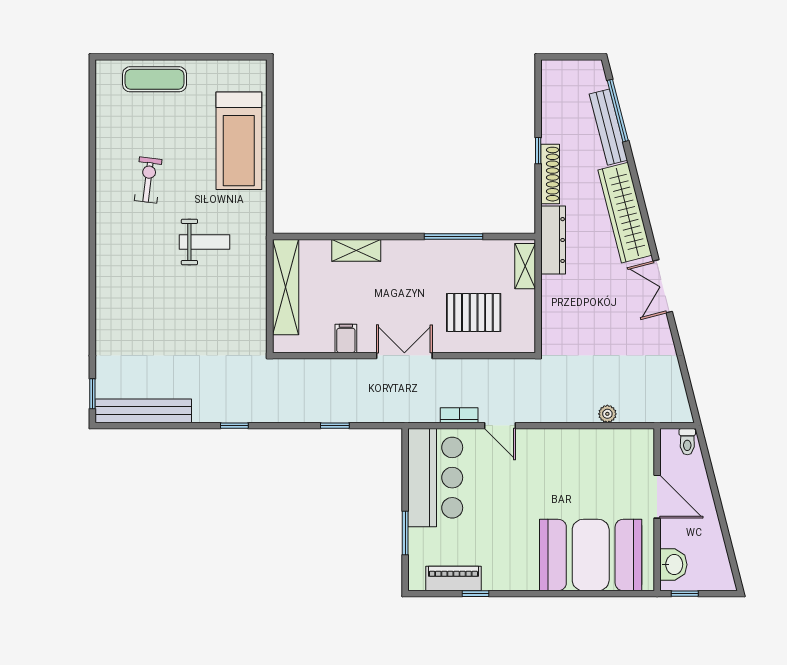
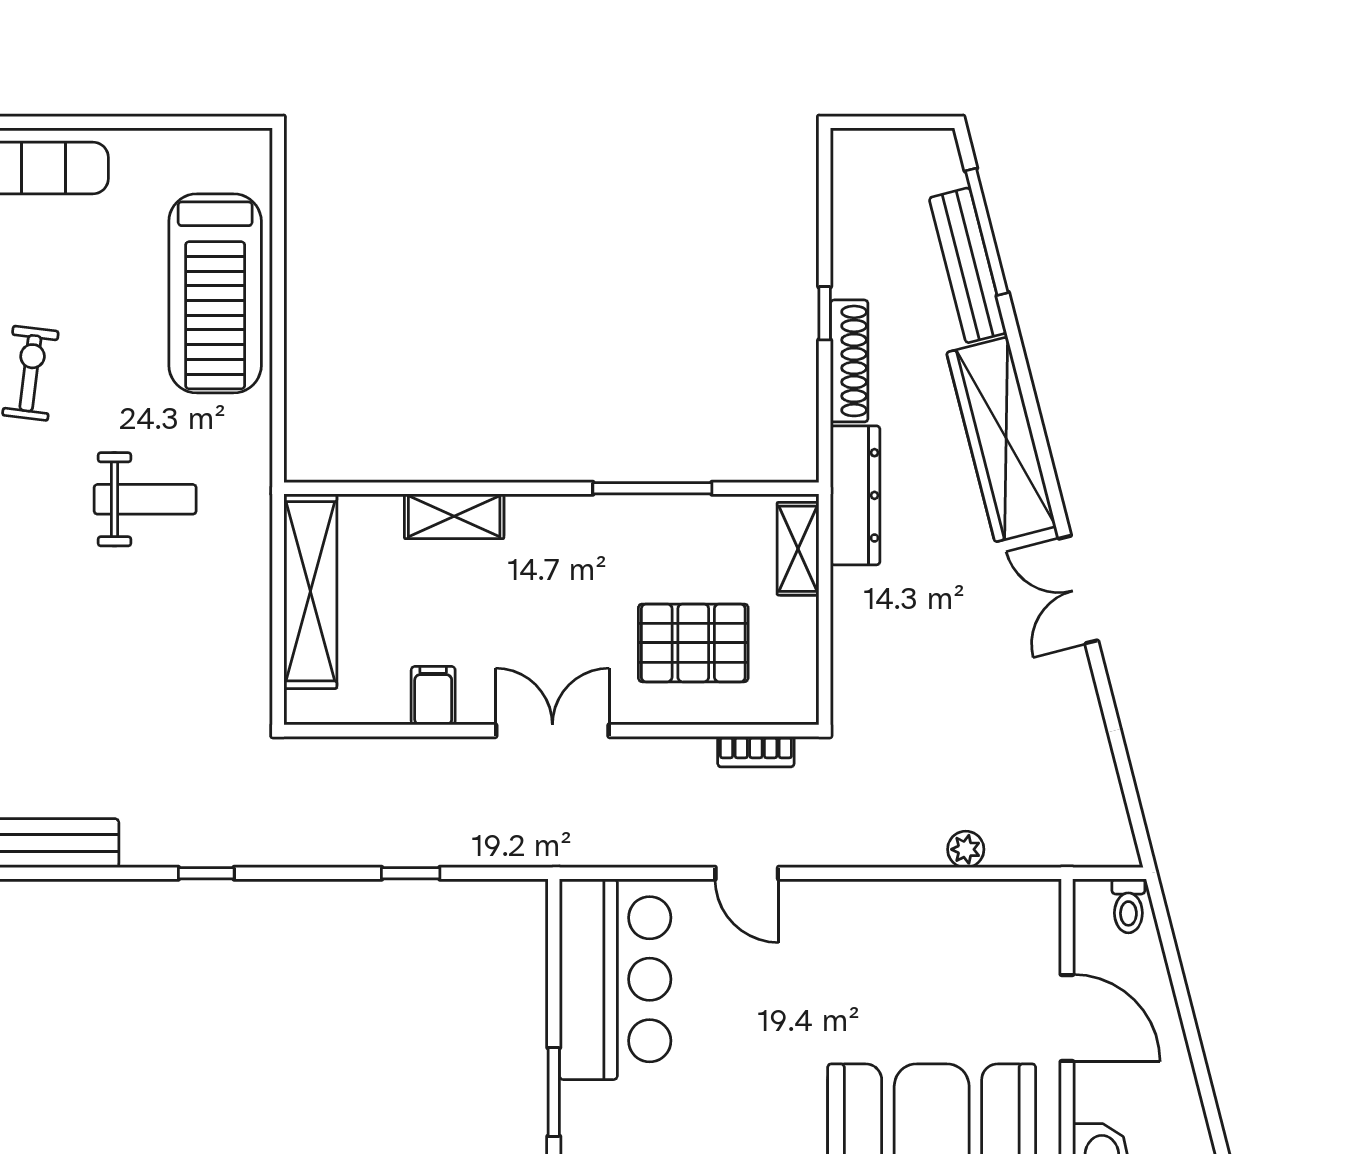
bookcase: (459, 415) -> (756, 752), moved, turned 180

